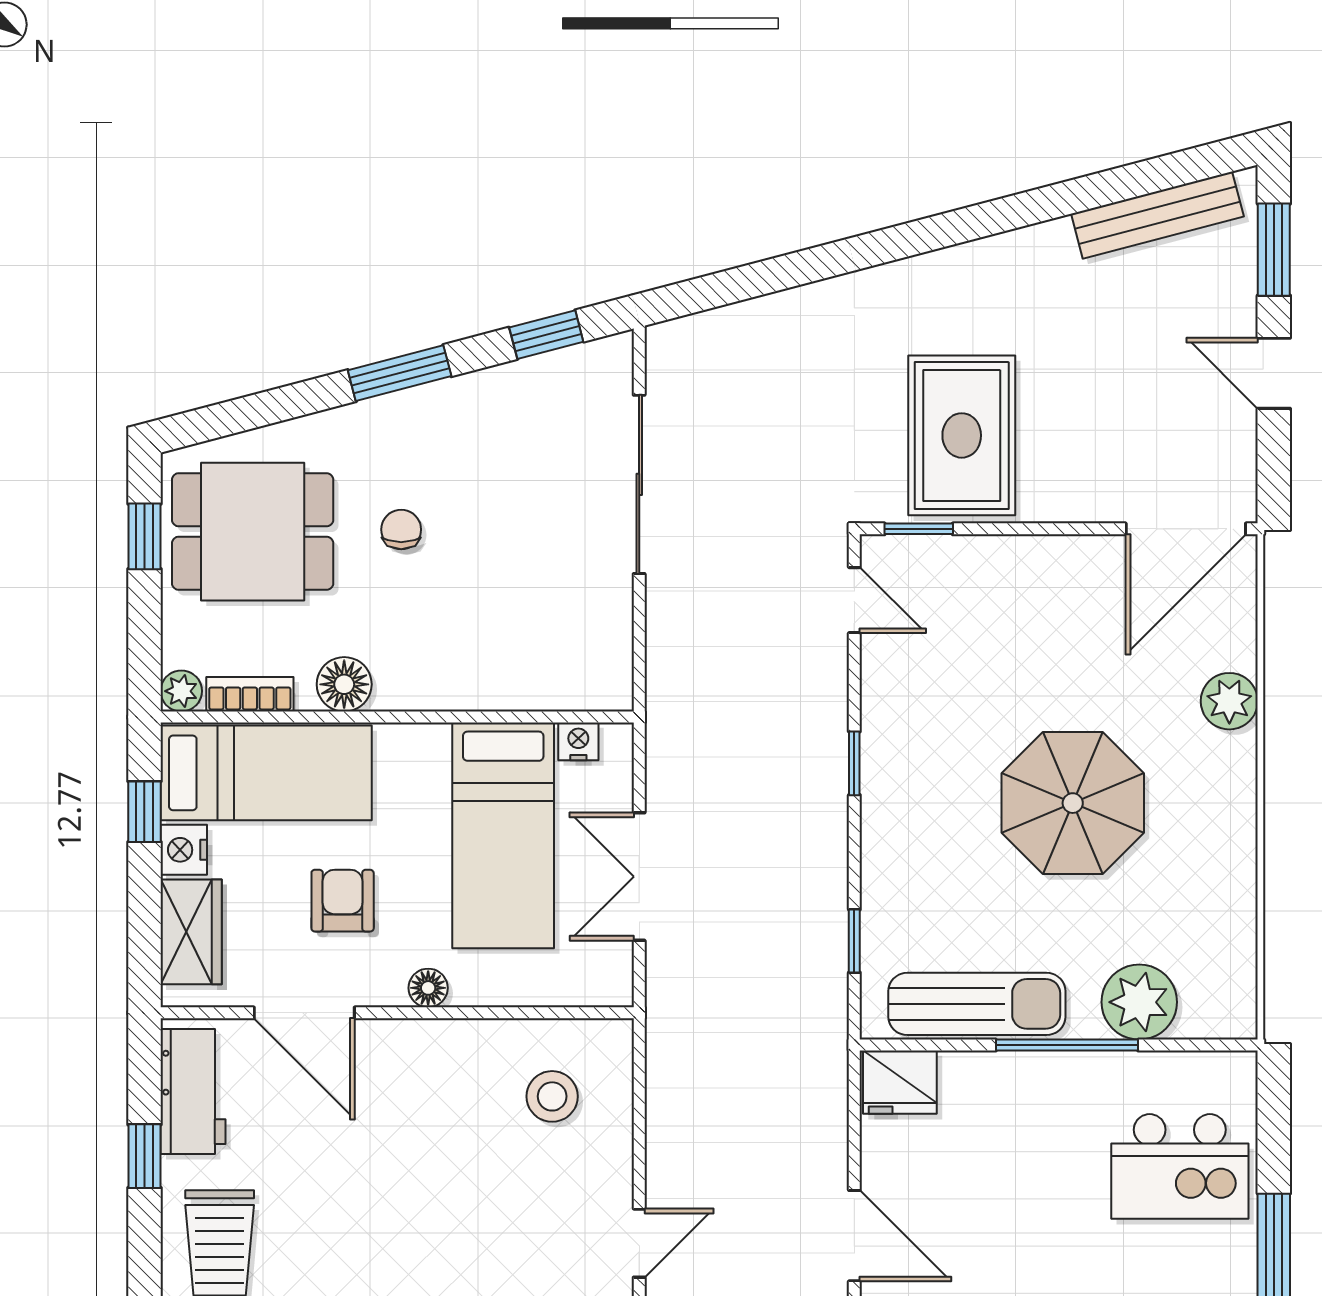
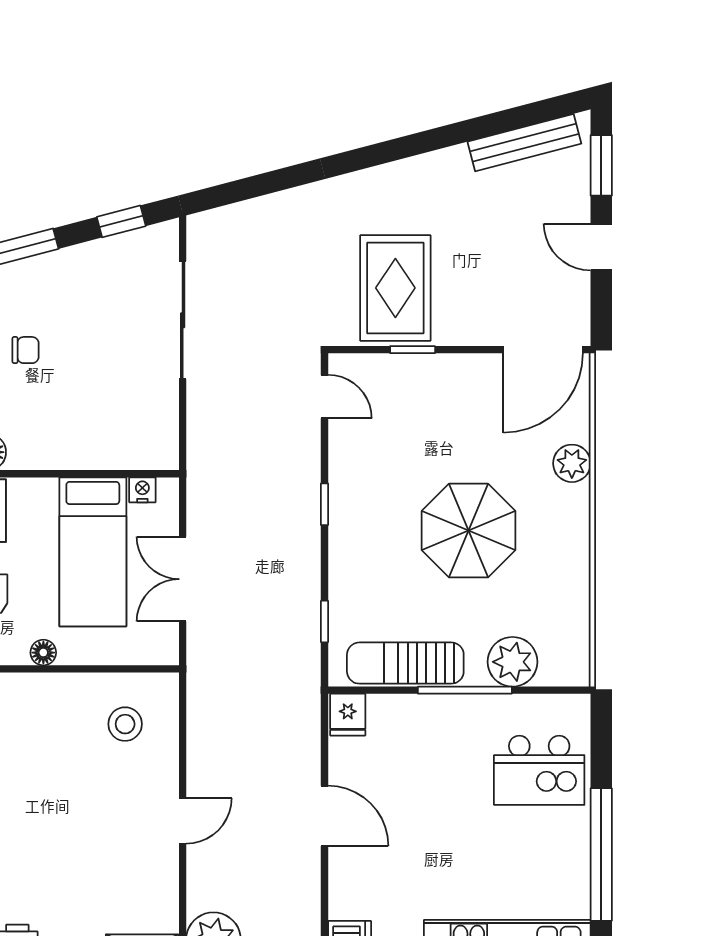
window: (919, 529) -> (413, 350), moved
chair: (401, 530) -> (26, 350), turned 90
sun lounger: (977, 1004) -> (405, 663), turned 180
fridge: (900, 1082) -> (348, 715), width x0.72

